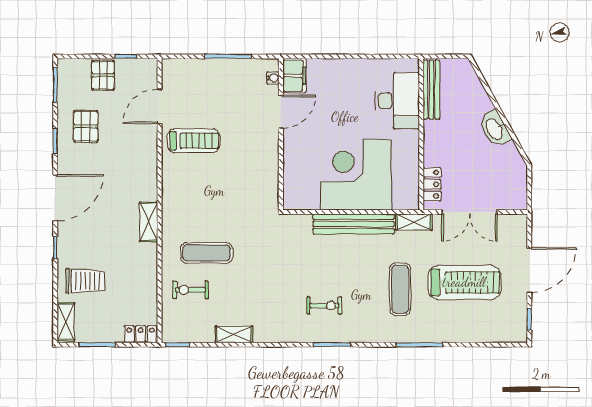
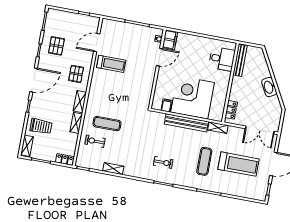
pallet: (103, 75) -> (76, 74), moved
desk: (397, 101) -> (222, 59), width x0.73
filing cabinet: (311, 199) -> (167, 105), added
double door: (469, 212) -> (260, 130), moved
shelving: (149, 262) -> (76, 123), added

